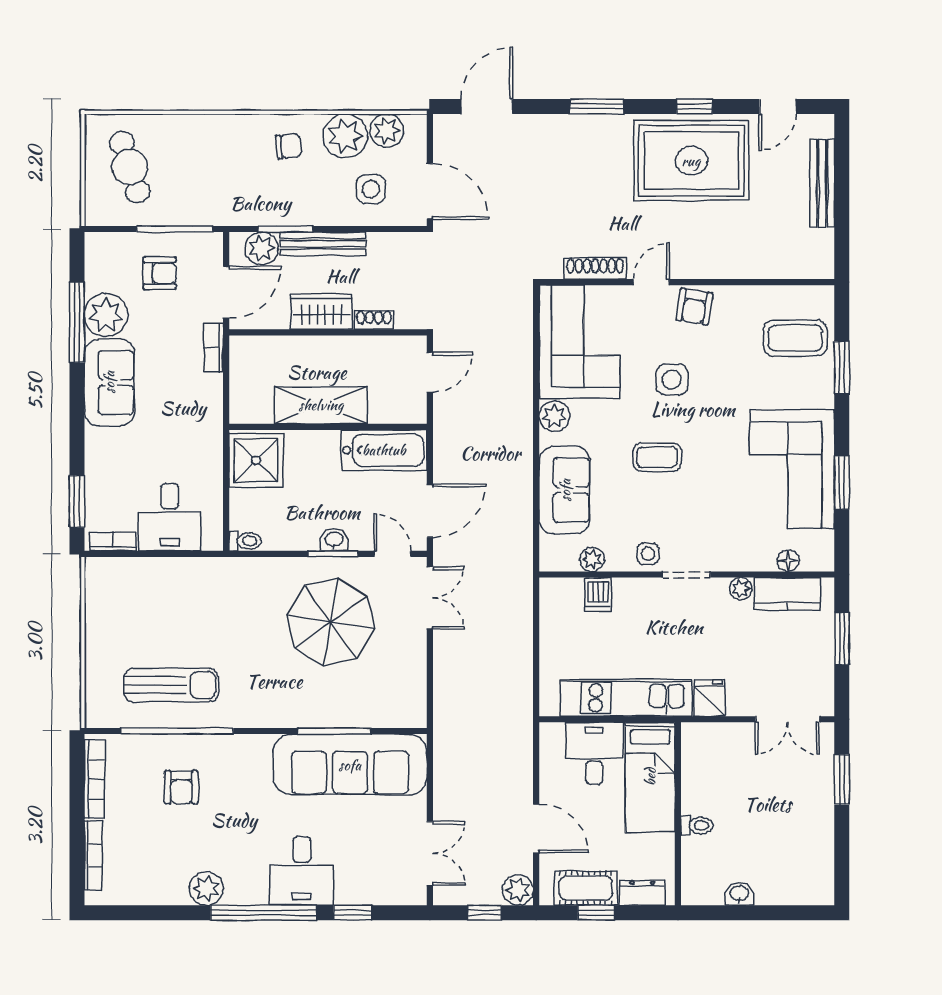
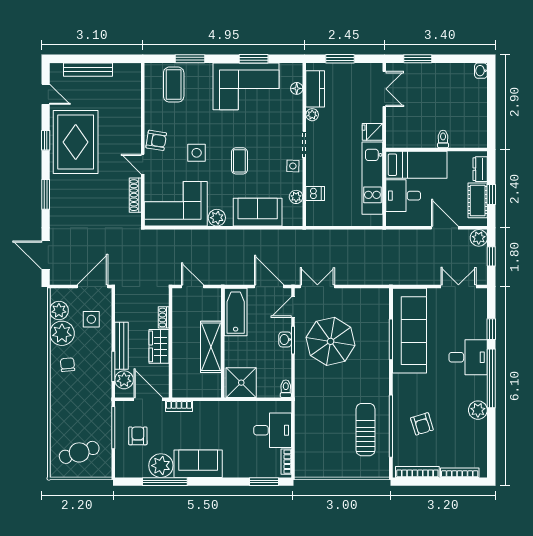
armchair: (181, 787) -> (422, 424), turned 73
door: (536, 828) -> (445, 228), hinge flipped
washbasin: (739, 894) -> (481, 71), moved

